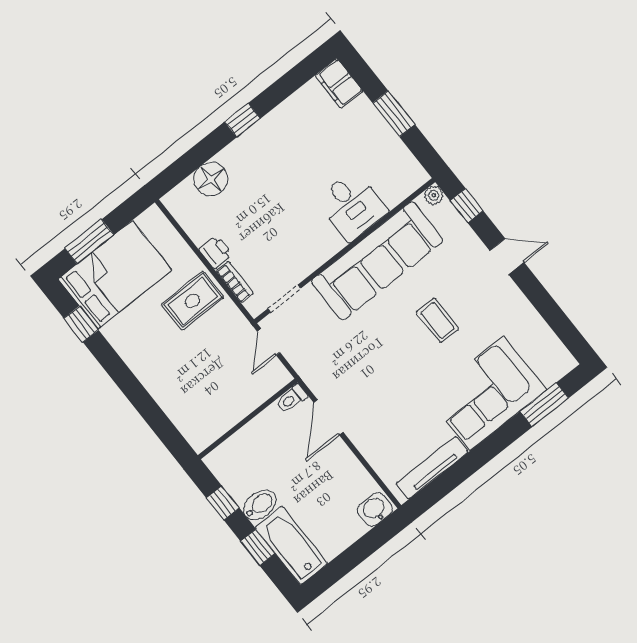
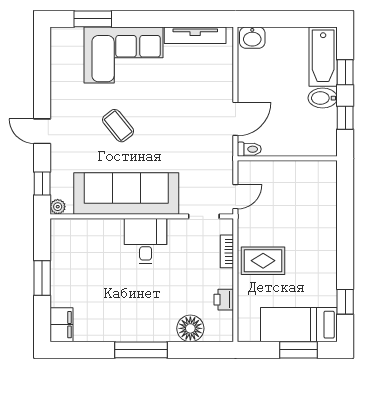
window: (242, 120) -> (141, 350), width x2.17
desk: (352, 206) -> (146, 241), moved
printer: (216, 252) -> (224, 300), moved
bed: (115, 275) -> (299, 325), width x0.67
coffee table: (437, 320) -> (118, 126), turned -39

